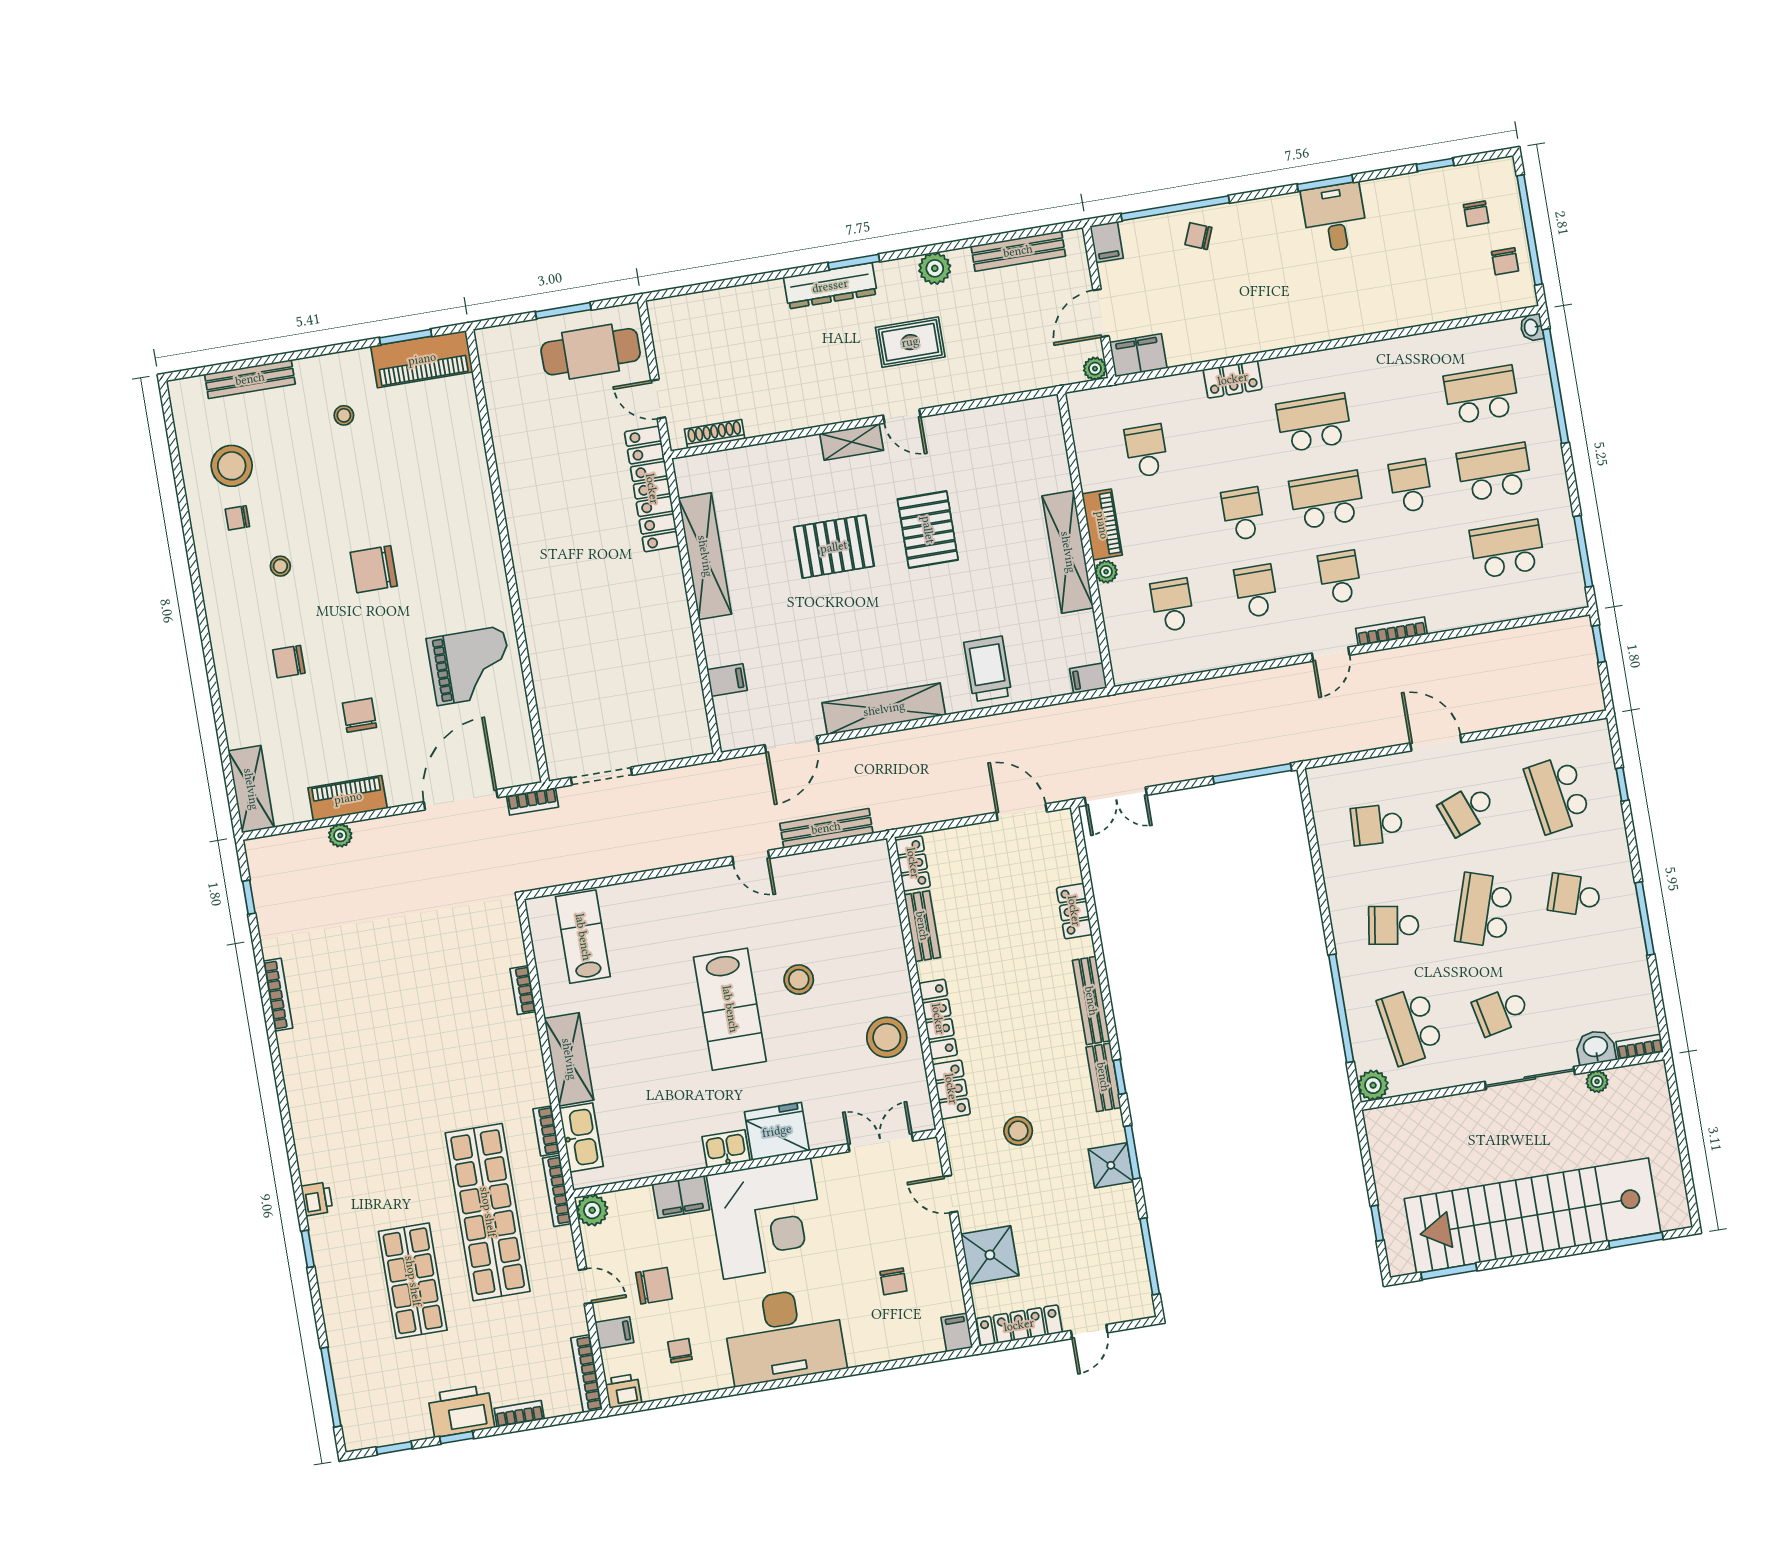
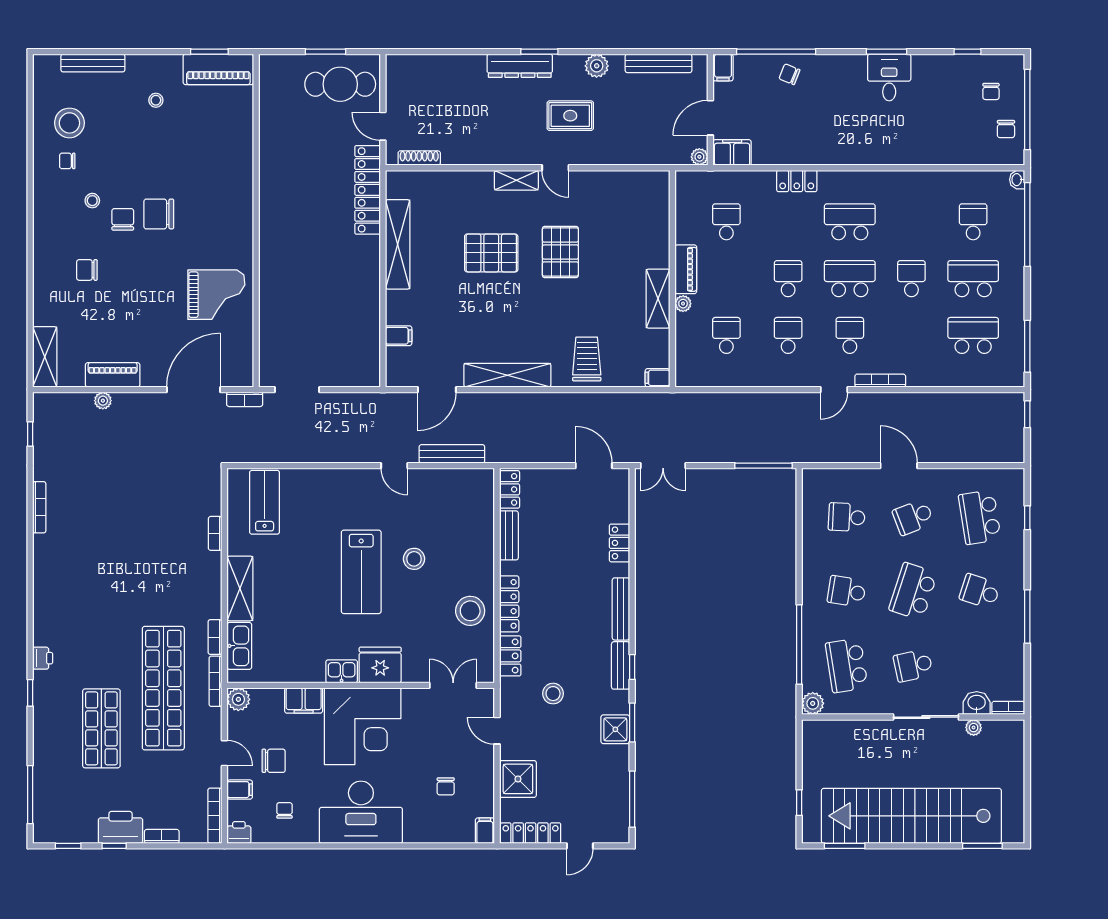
school desk: (1481, 395) -> (973, 222), width x0.54
shelving: (1068, 552) -> (658, 299), width x0.68
chair: (359, 715) -> (123, 219), moved

